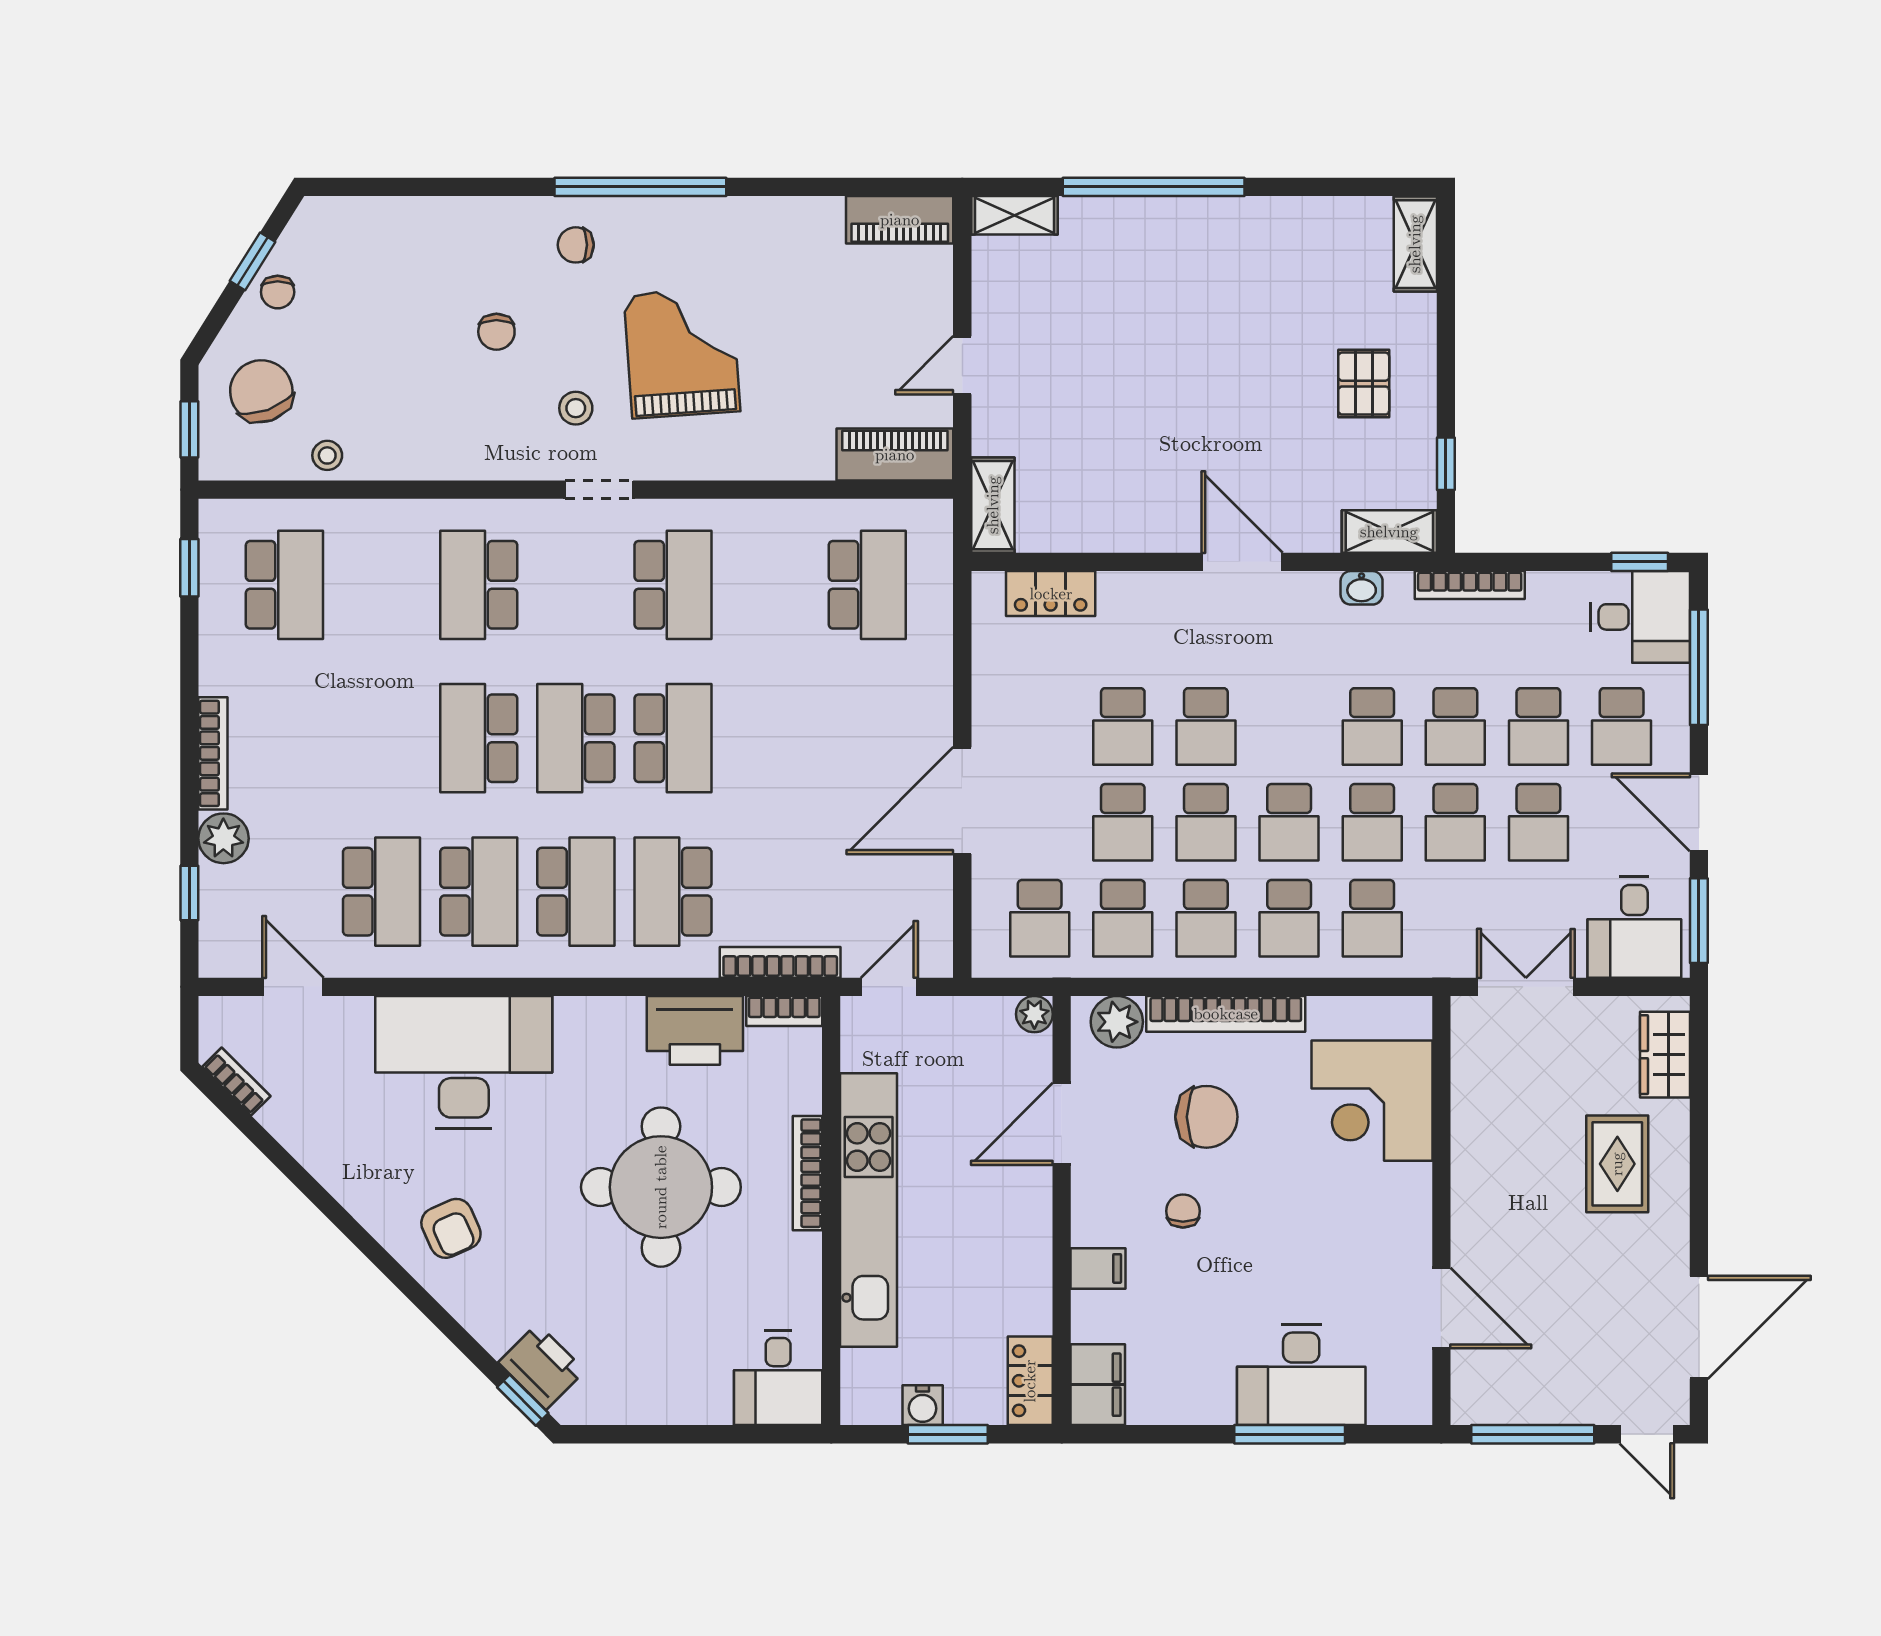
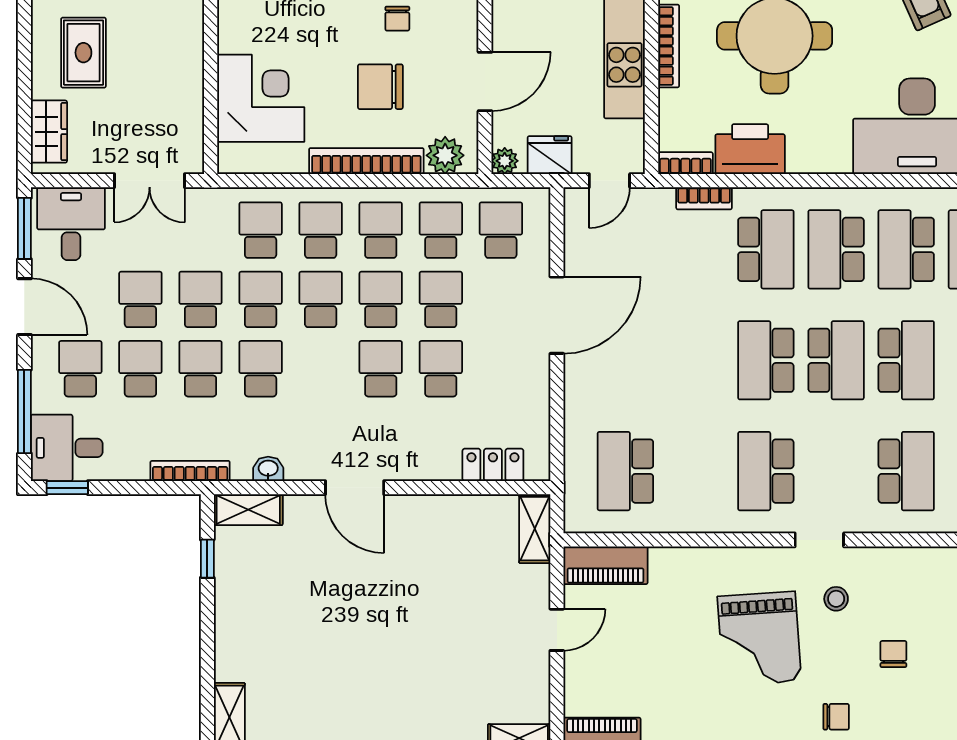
pallet: (1364, 384) -> (267, 617), removed
bookcase: (780, 962) -> (704, 198), width x0.64
fridge: (972, 1022) -> (550, 155), added

